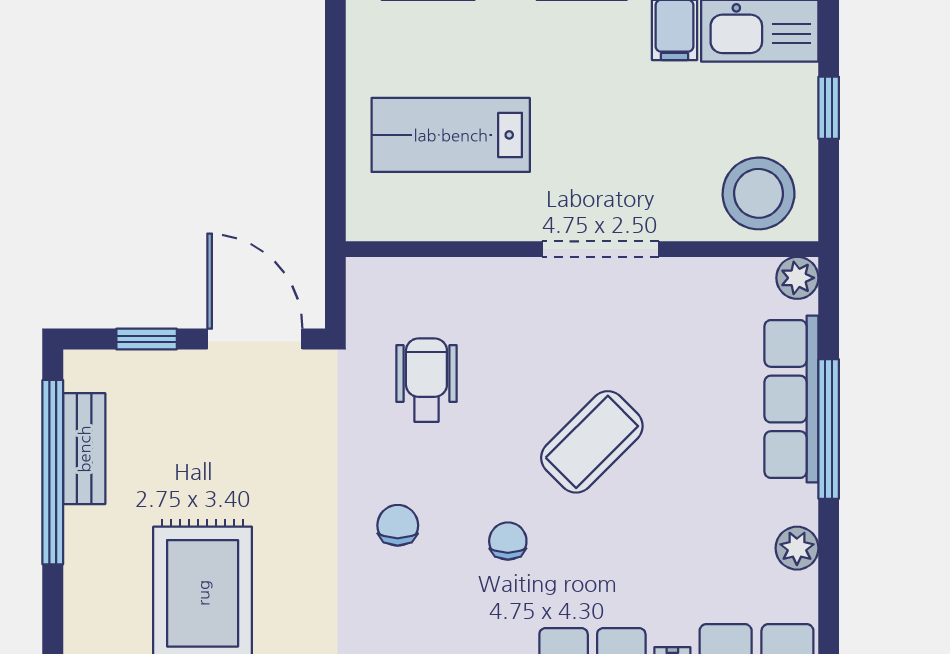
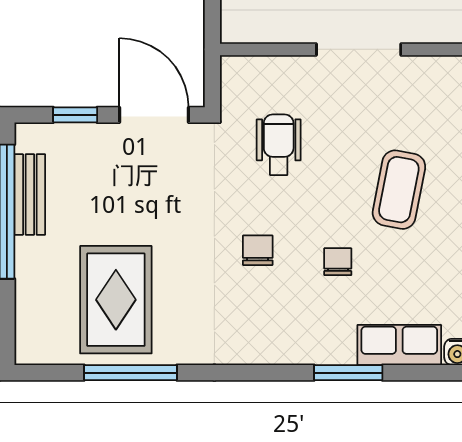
doorway: (601, 249) -> (359, 49), moved
coffee table: (592, 442) -> (399, 190), turned -34

